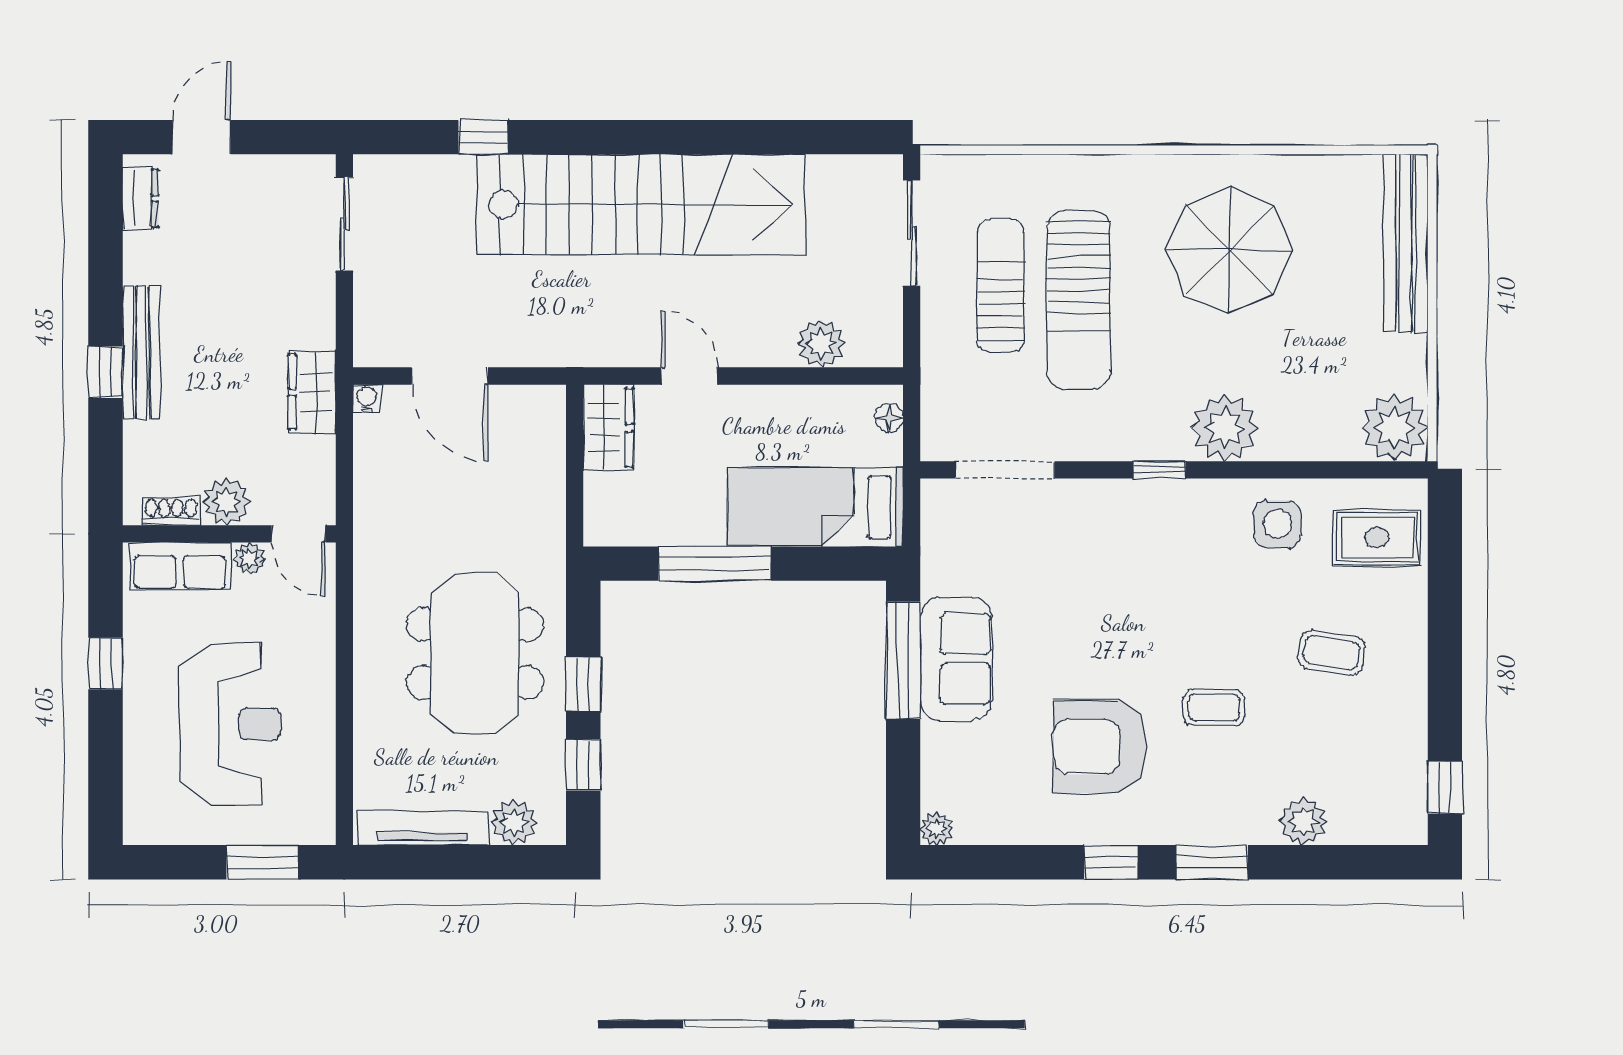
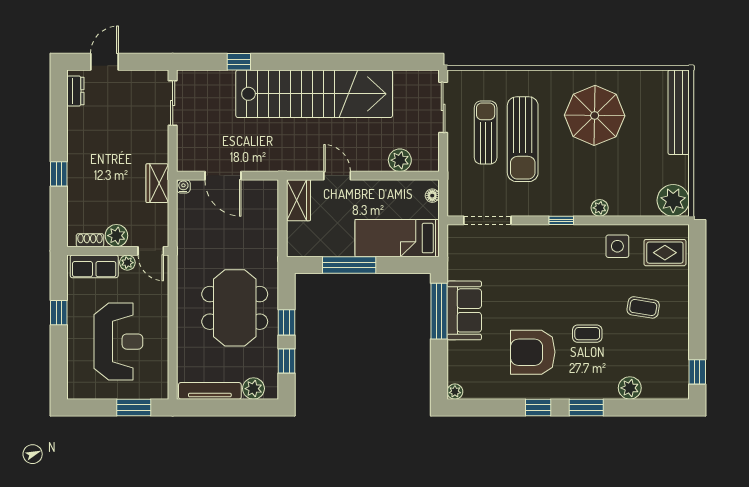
bench: (141, 352) -> (76, 164), removed
plant: (1225, 428) -> (600, 208), width x0.53, depth x0.53

